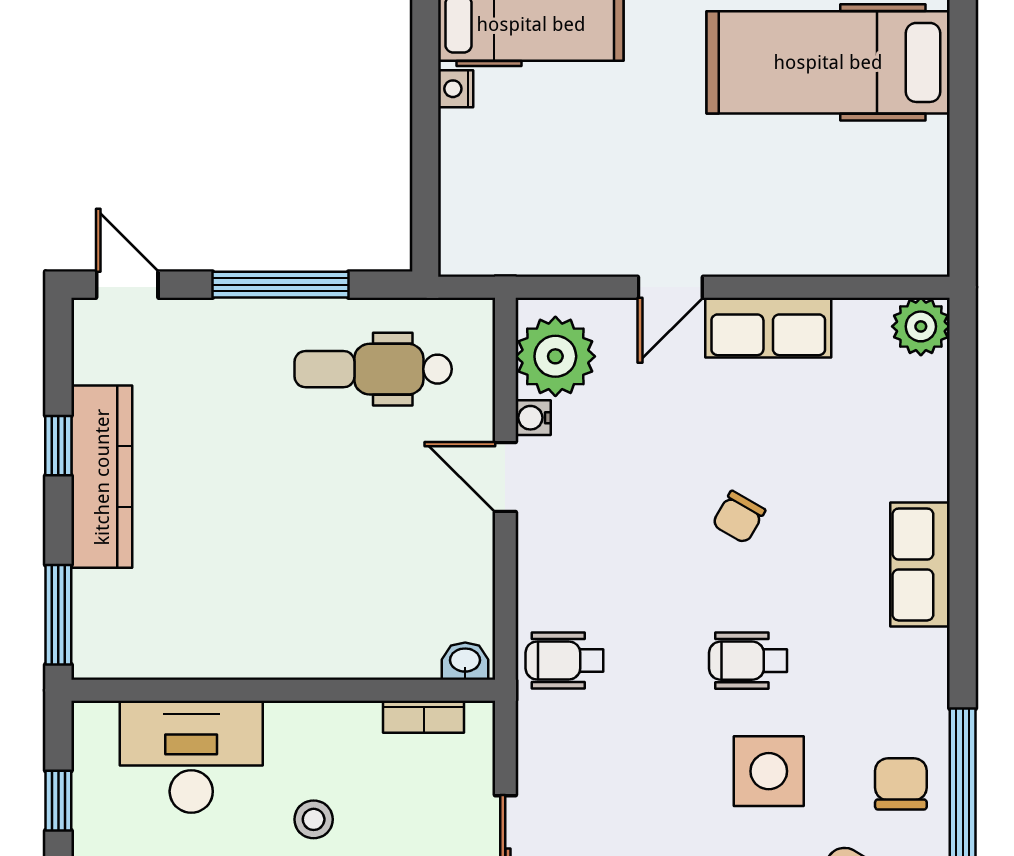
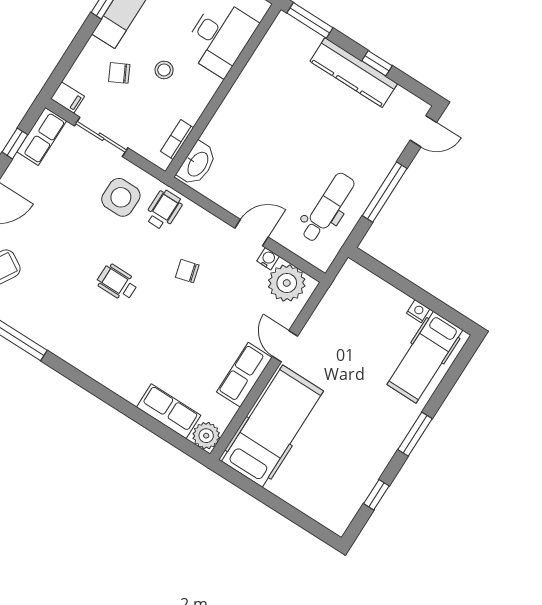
hospital bed: (828, 62) -> (272, 426), moved
chair: (739, 517) -> (187, 271), moved, turned -45
row of seats: (920, 564) -> (169, 411), moved
washbasin: (465, 661) -> (197, 164), width x1.91, depth x1.45
wheelchair: (748, 661) -> (117, 283), turned -90
side table: (769, 771) -> (121, 197), moved
chair: (901, 784) -> (30, 312), removed

